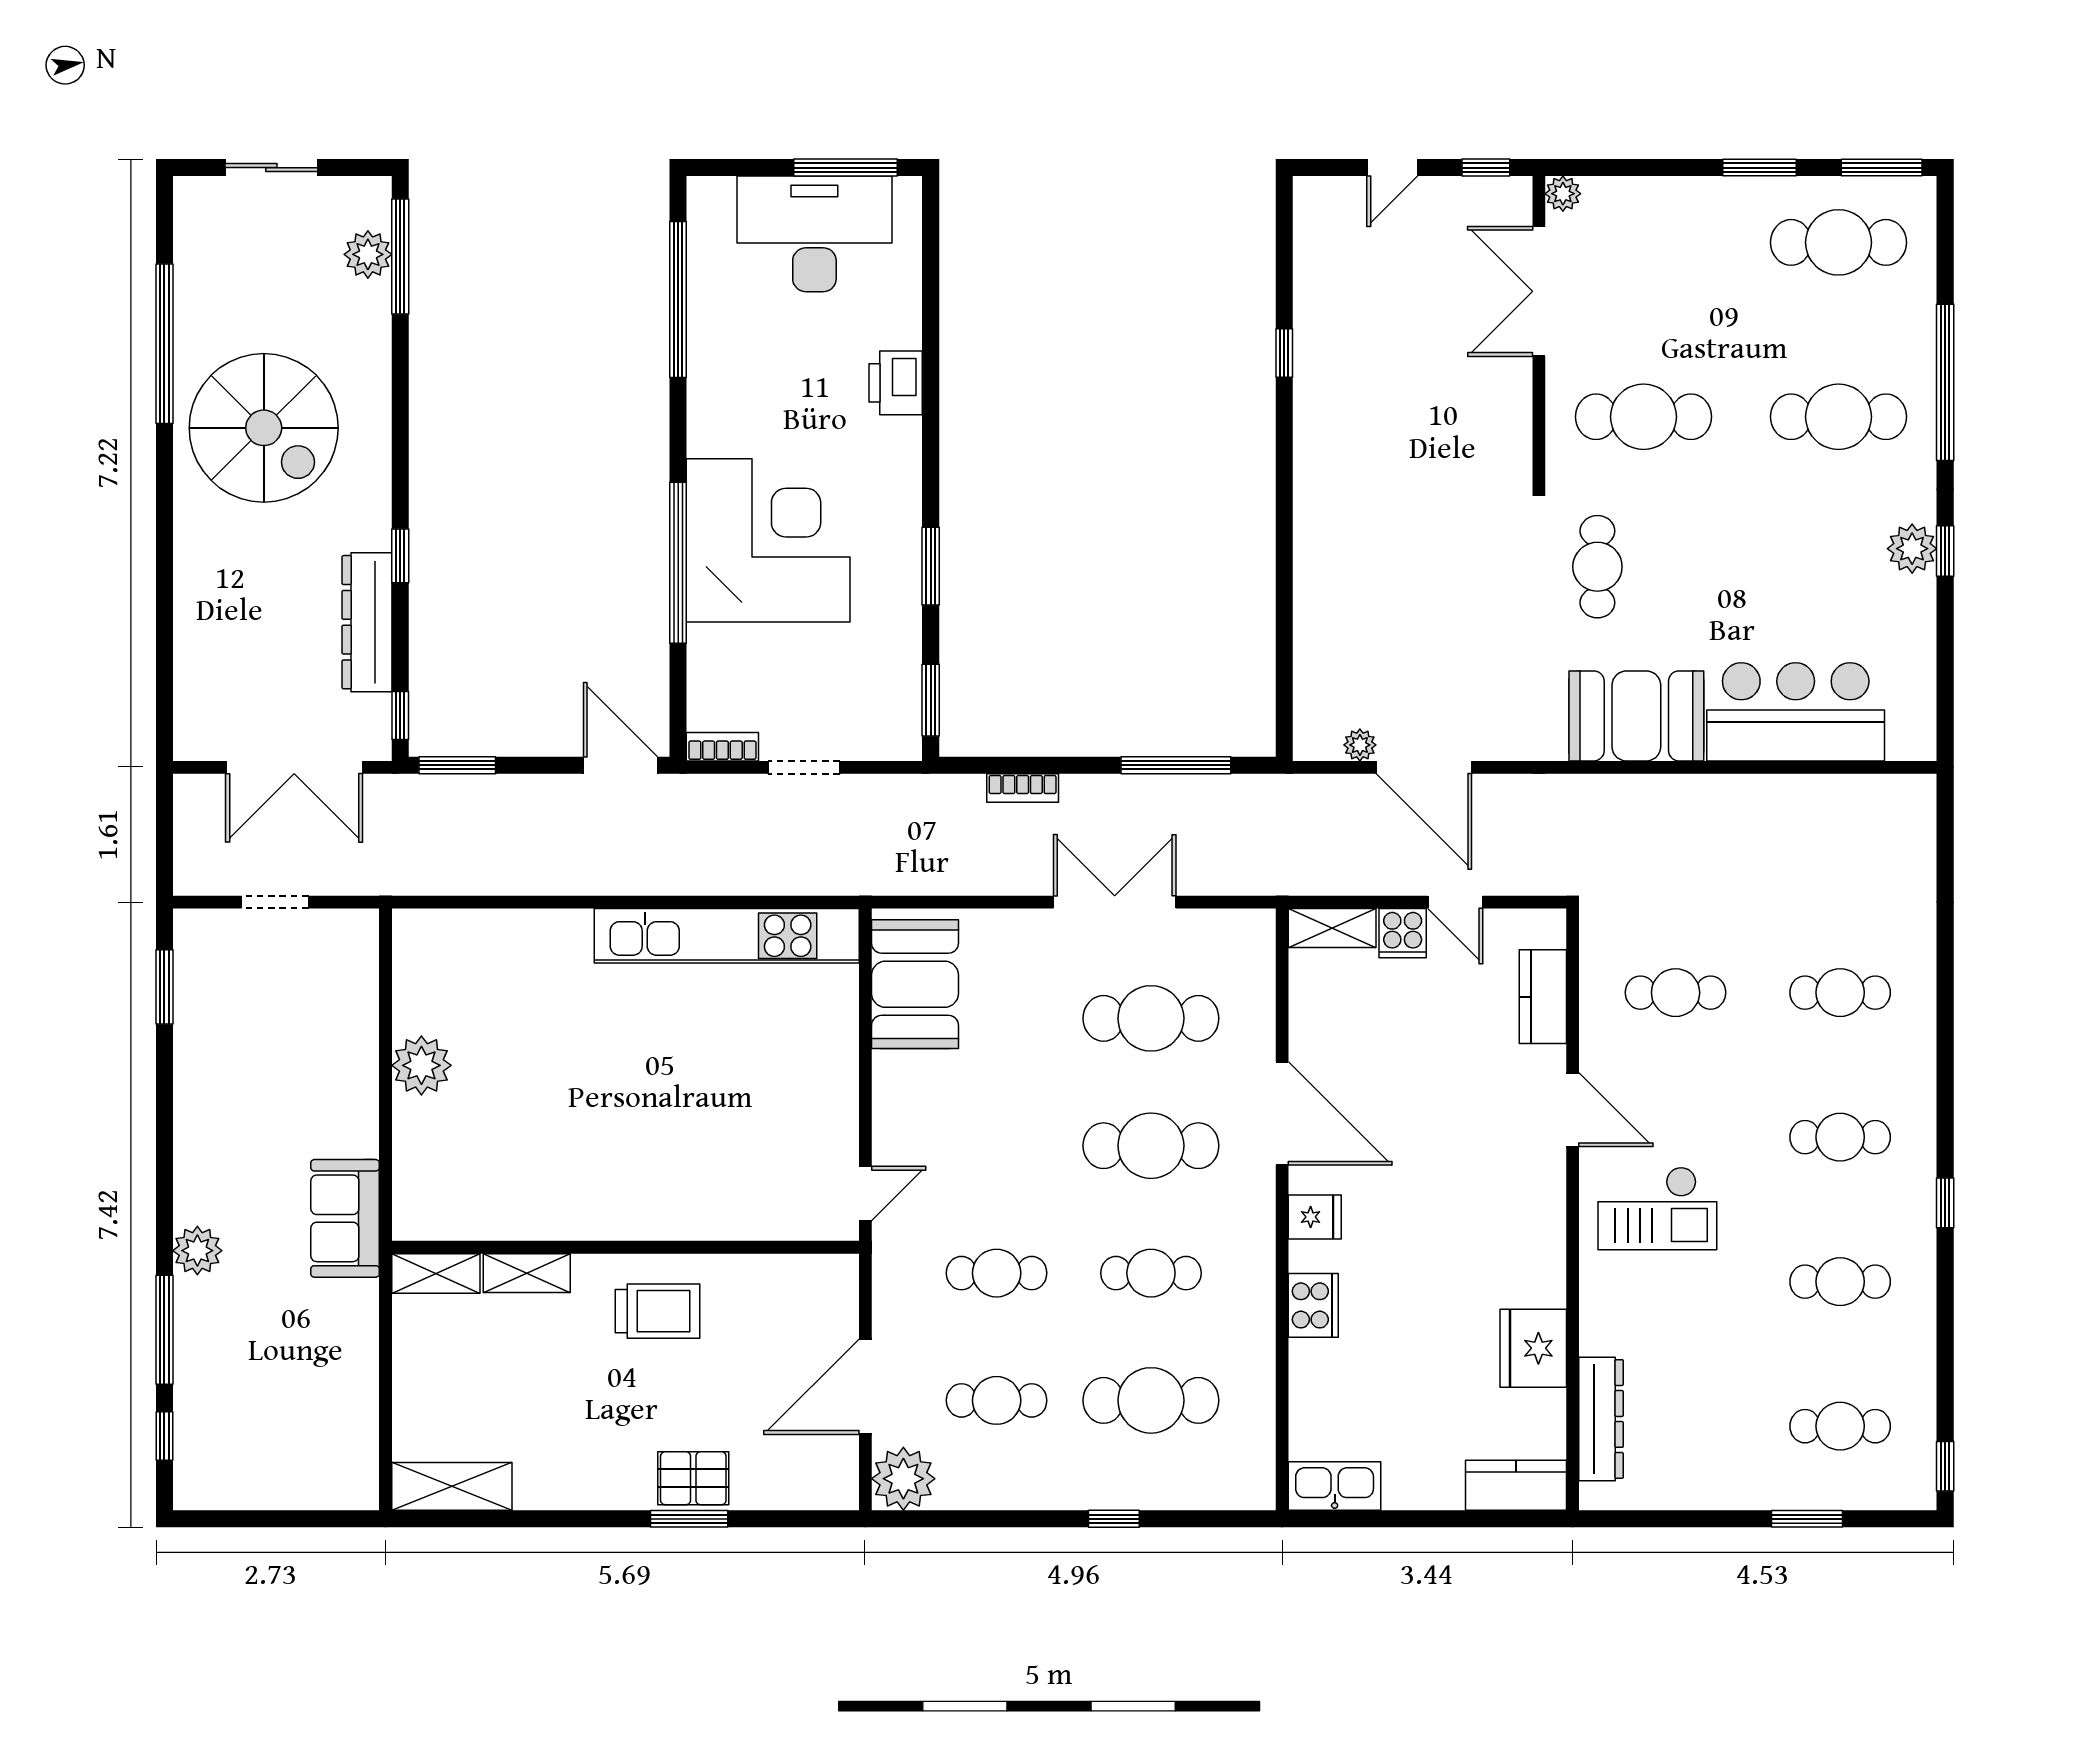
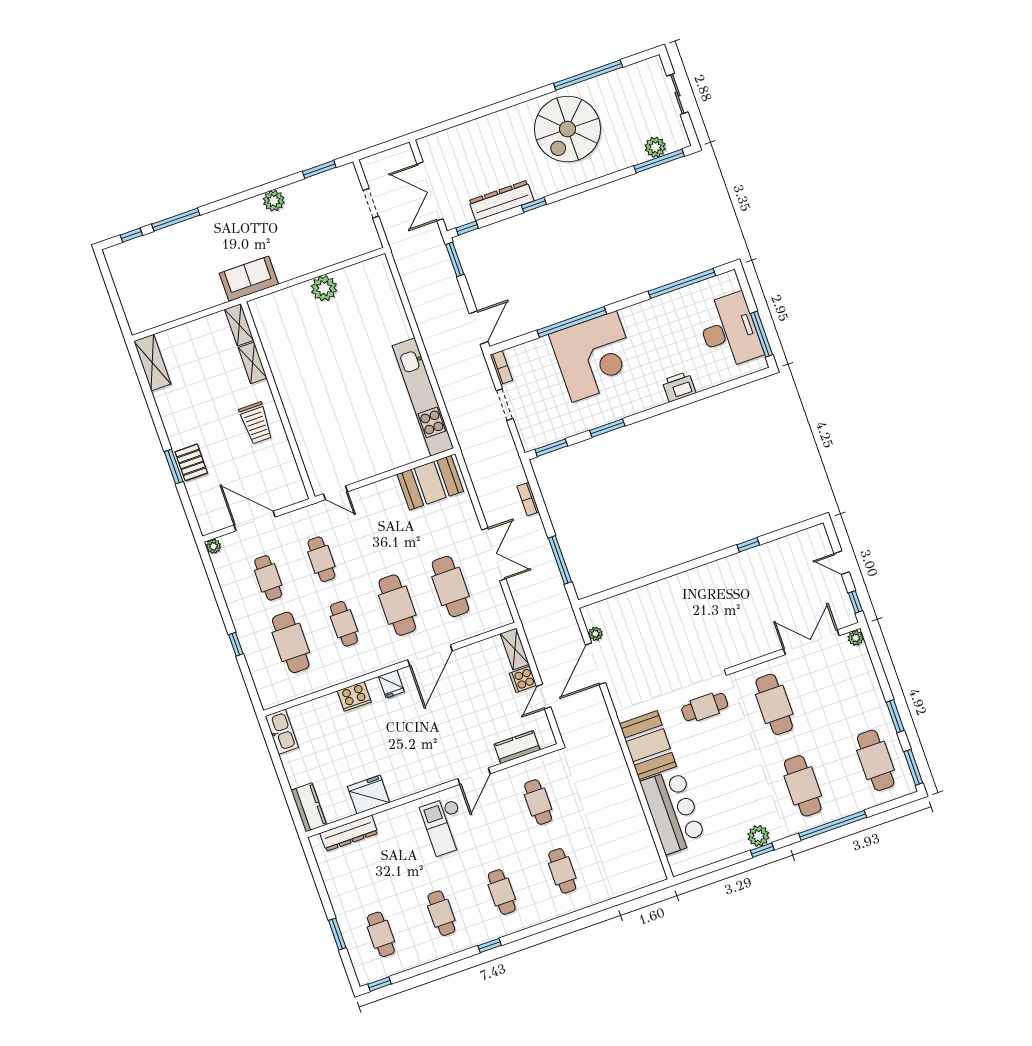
plant: (197, 1251) -> (274, 201), moved
plant: (903, 1479) -> (213, 546), width x0.53, depth x0.53

